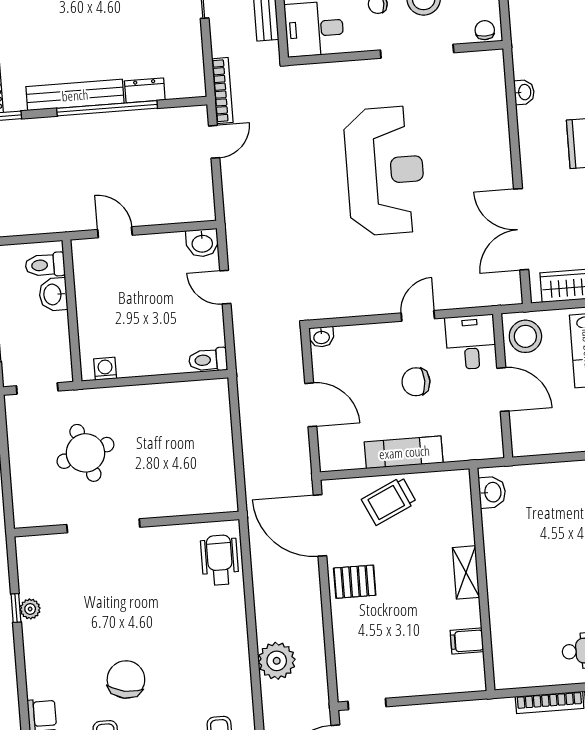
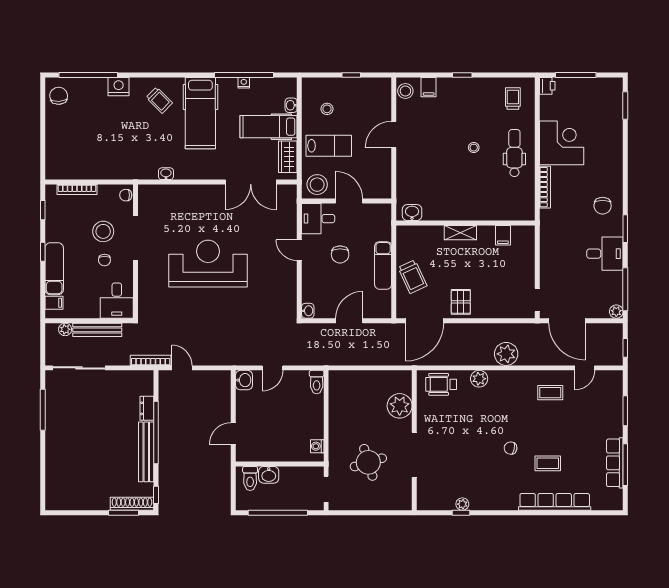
door: (503, 390) -> (349, 201), hinge flipped
plant: (180, 496) -> (400, 406), added
plant: (233, 620) -> (479, 379), added
chair: (126, 680) -> (511, 448), width x0.54, depth x0.54

